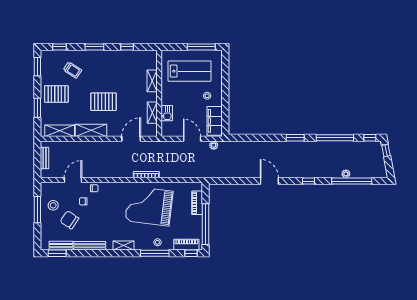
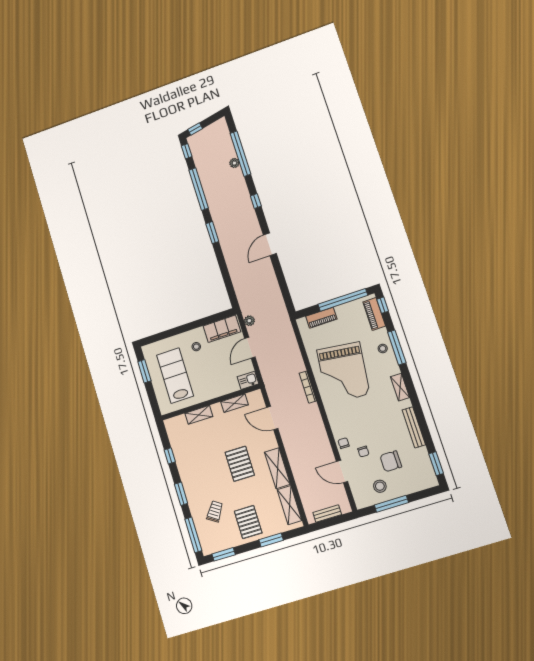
window: (59, 47) -> (193, 535), width x2.17
window: (201, 47) -> (144, 371), width x0.69
kitchen sink: (167, 113) -> (248, 380), moved
chair: (69, 220) -> (391, 461), turned 56
bench: (61, 246) -> (425, 462), removed

